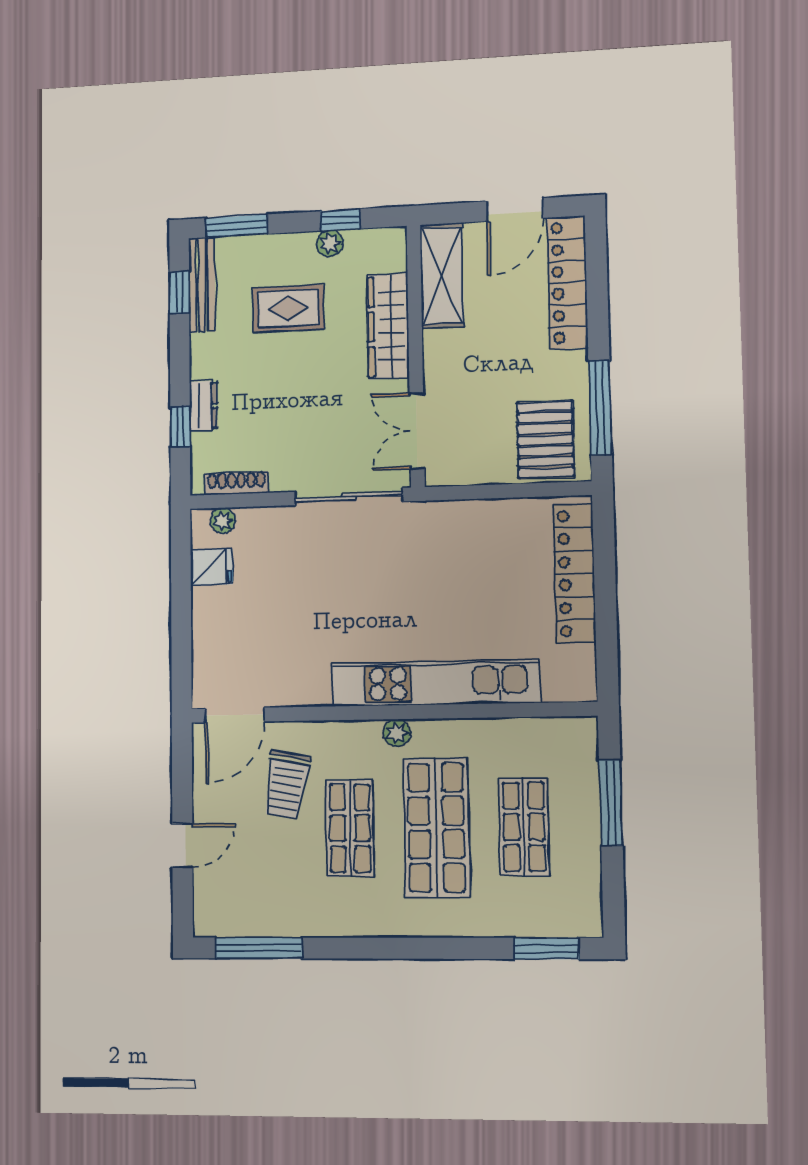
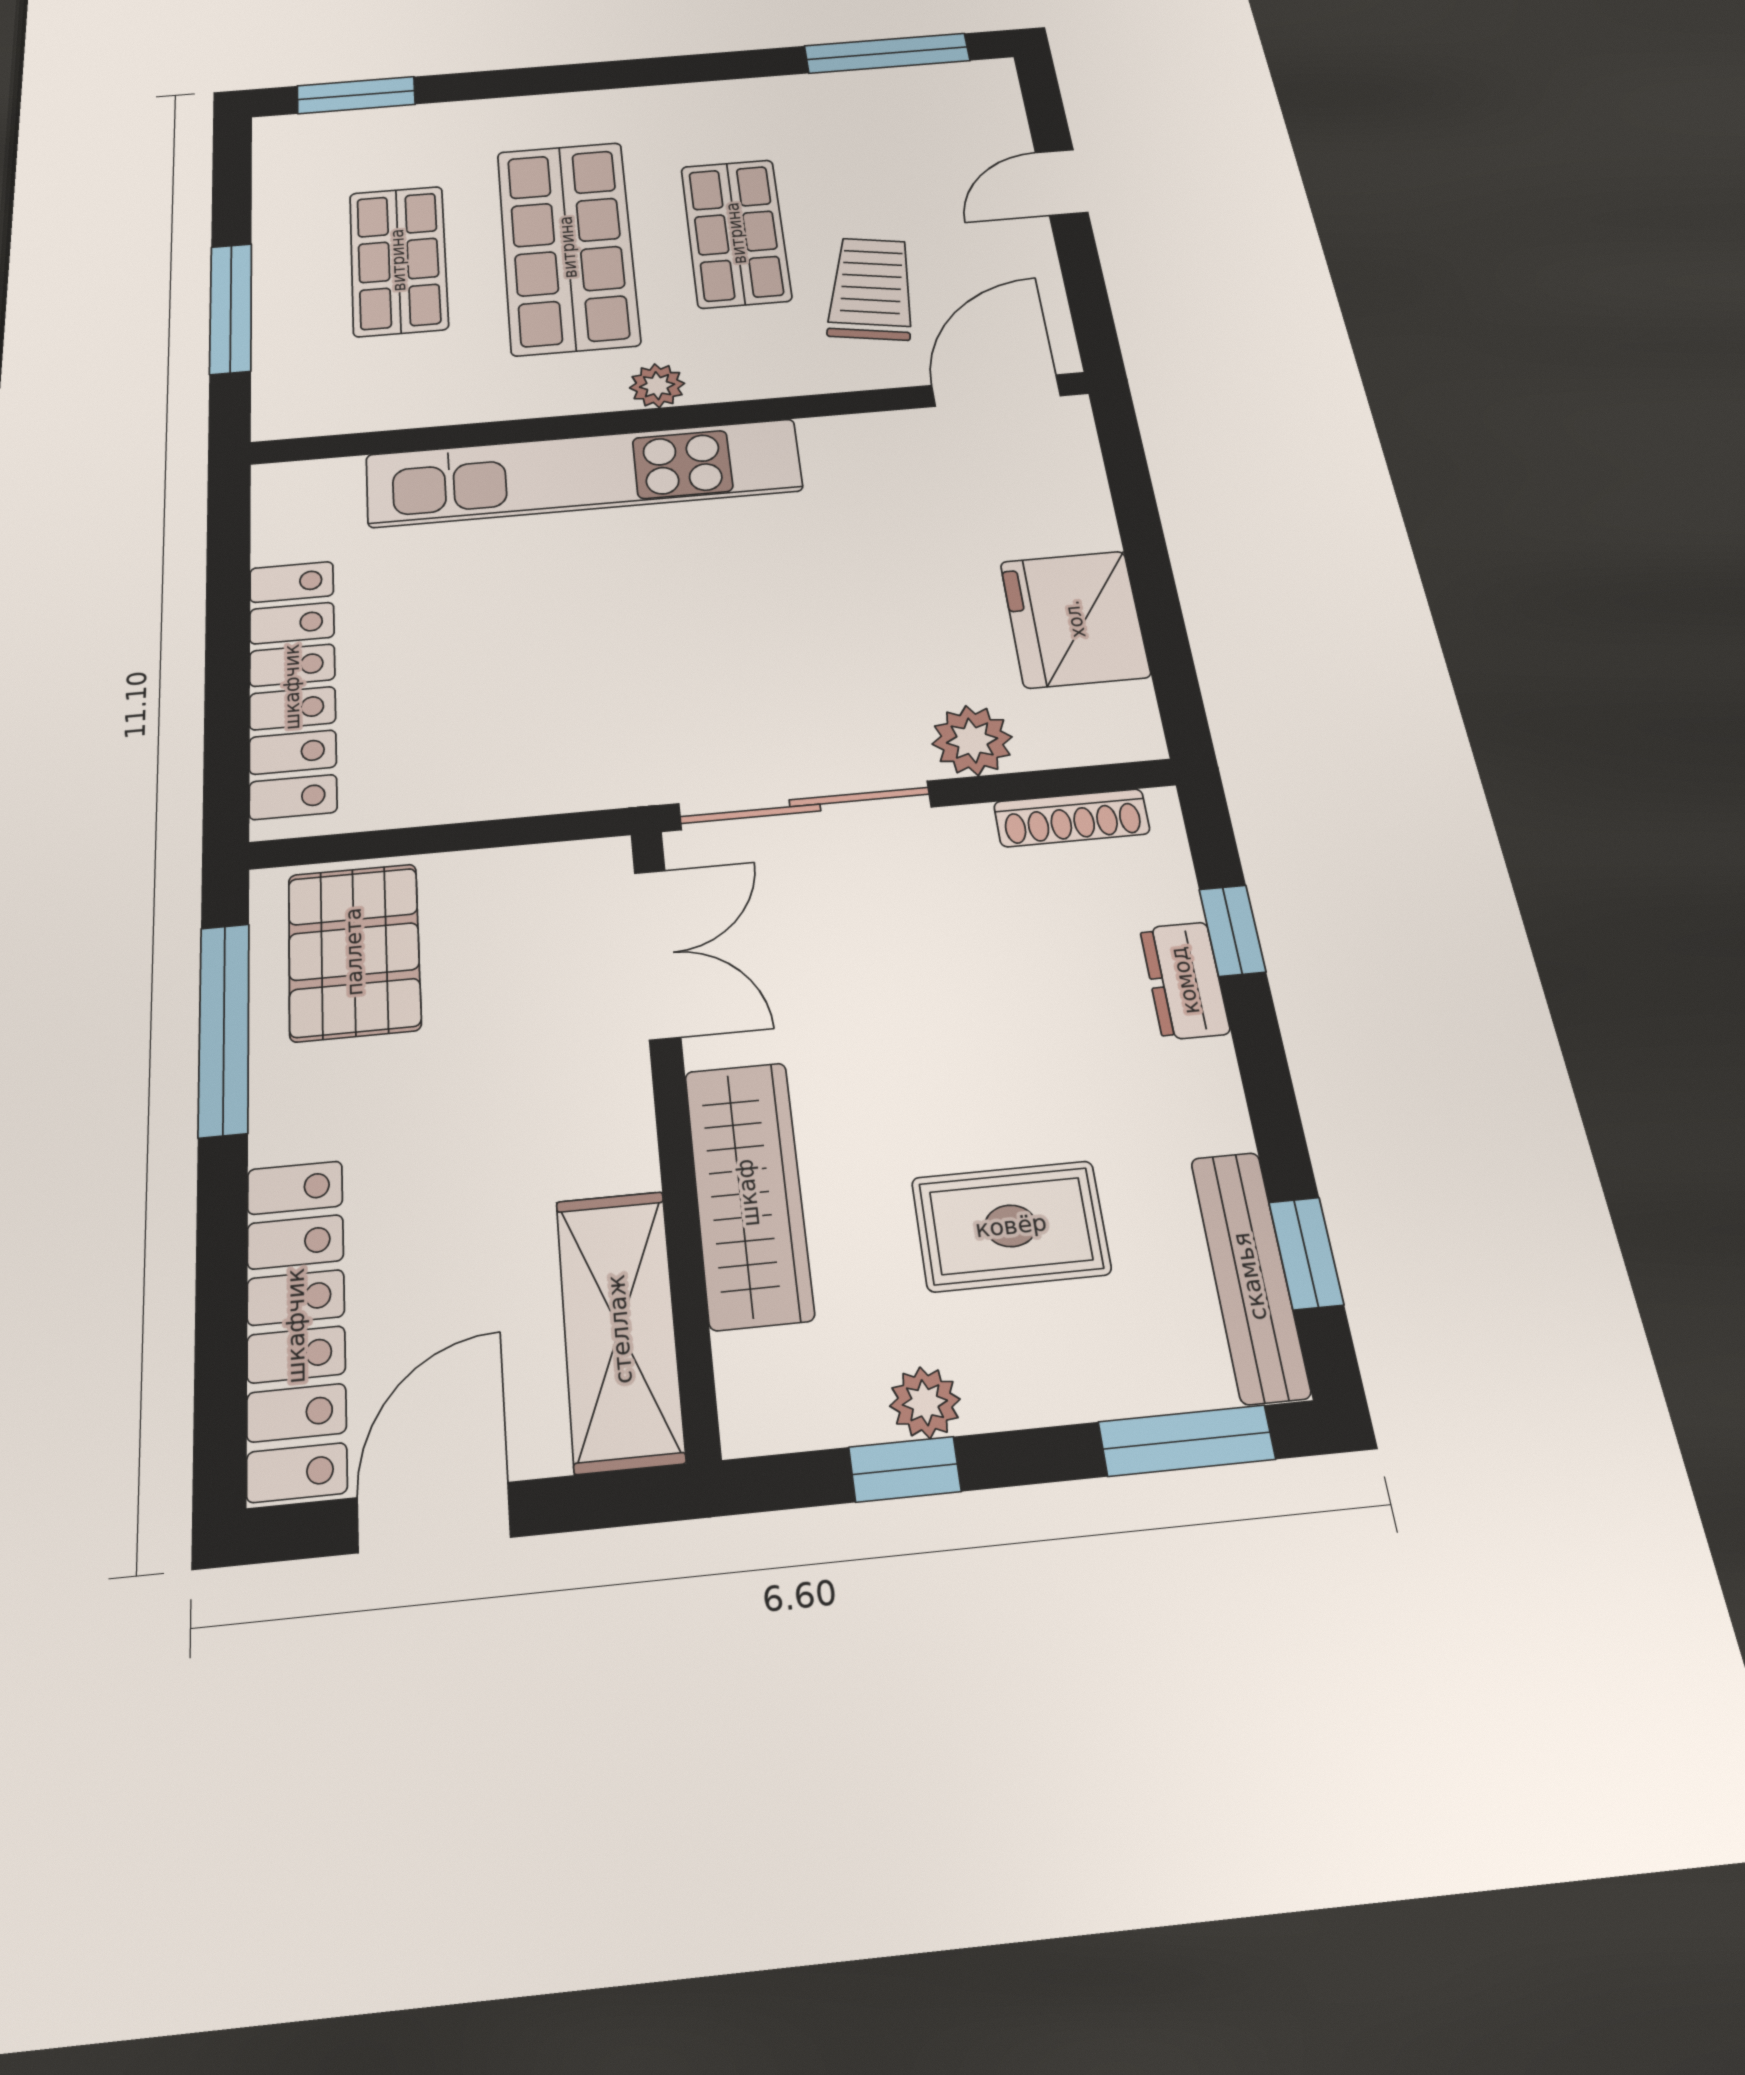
plant: (223, 521) -> (972, 740), moved, width x1.38, depth x1.38
fridge: (212, 567) -> (1075, 619), width x1.88, depth x1.34

